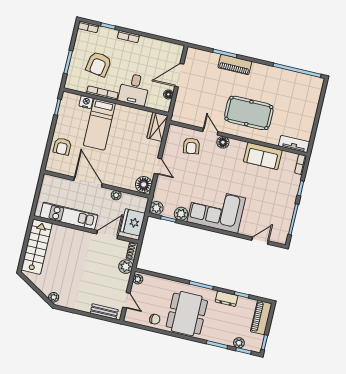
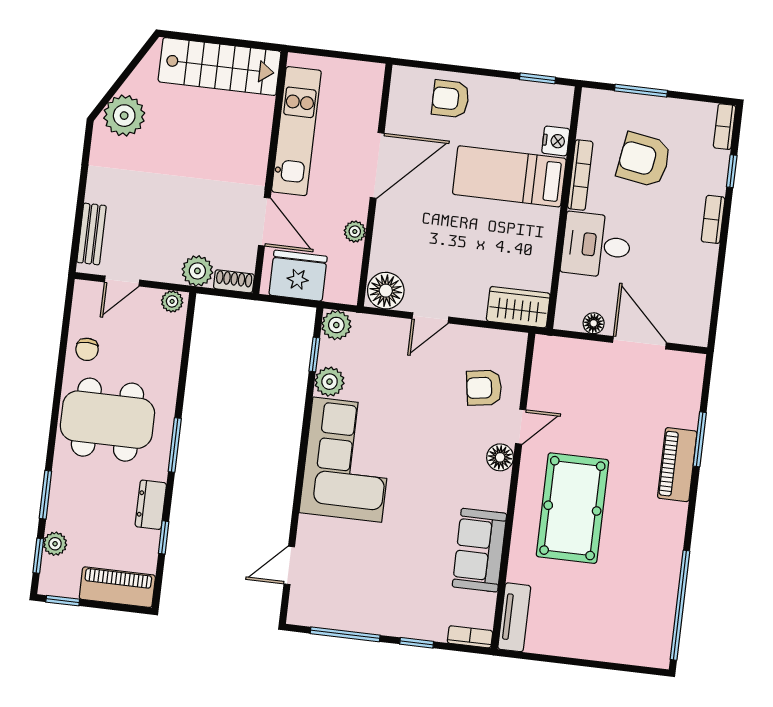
door: (260, 241) -> (289, 565), swing flipped
plant: (54, 297) -> (124, 116), width x1.88, depth x1.88

